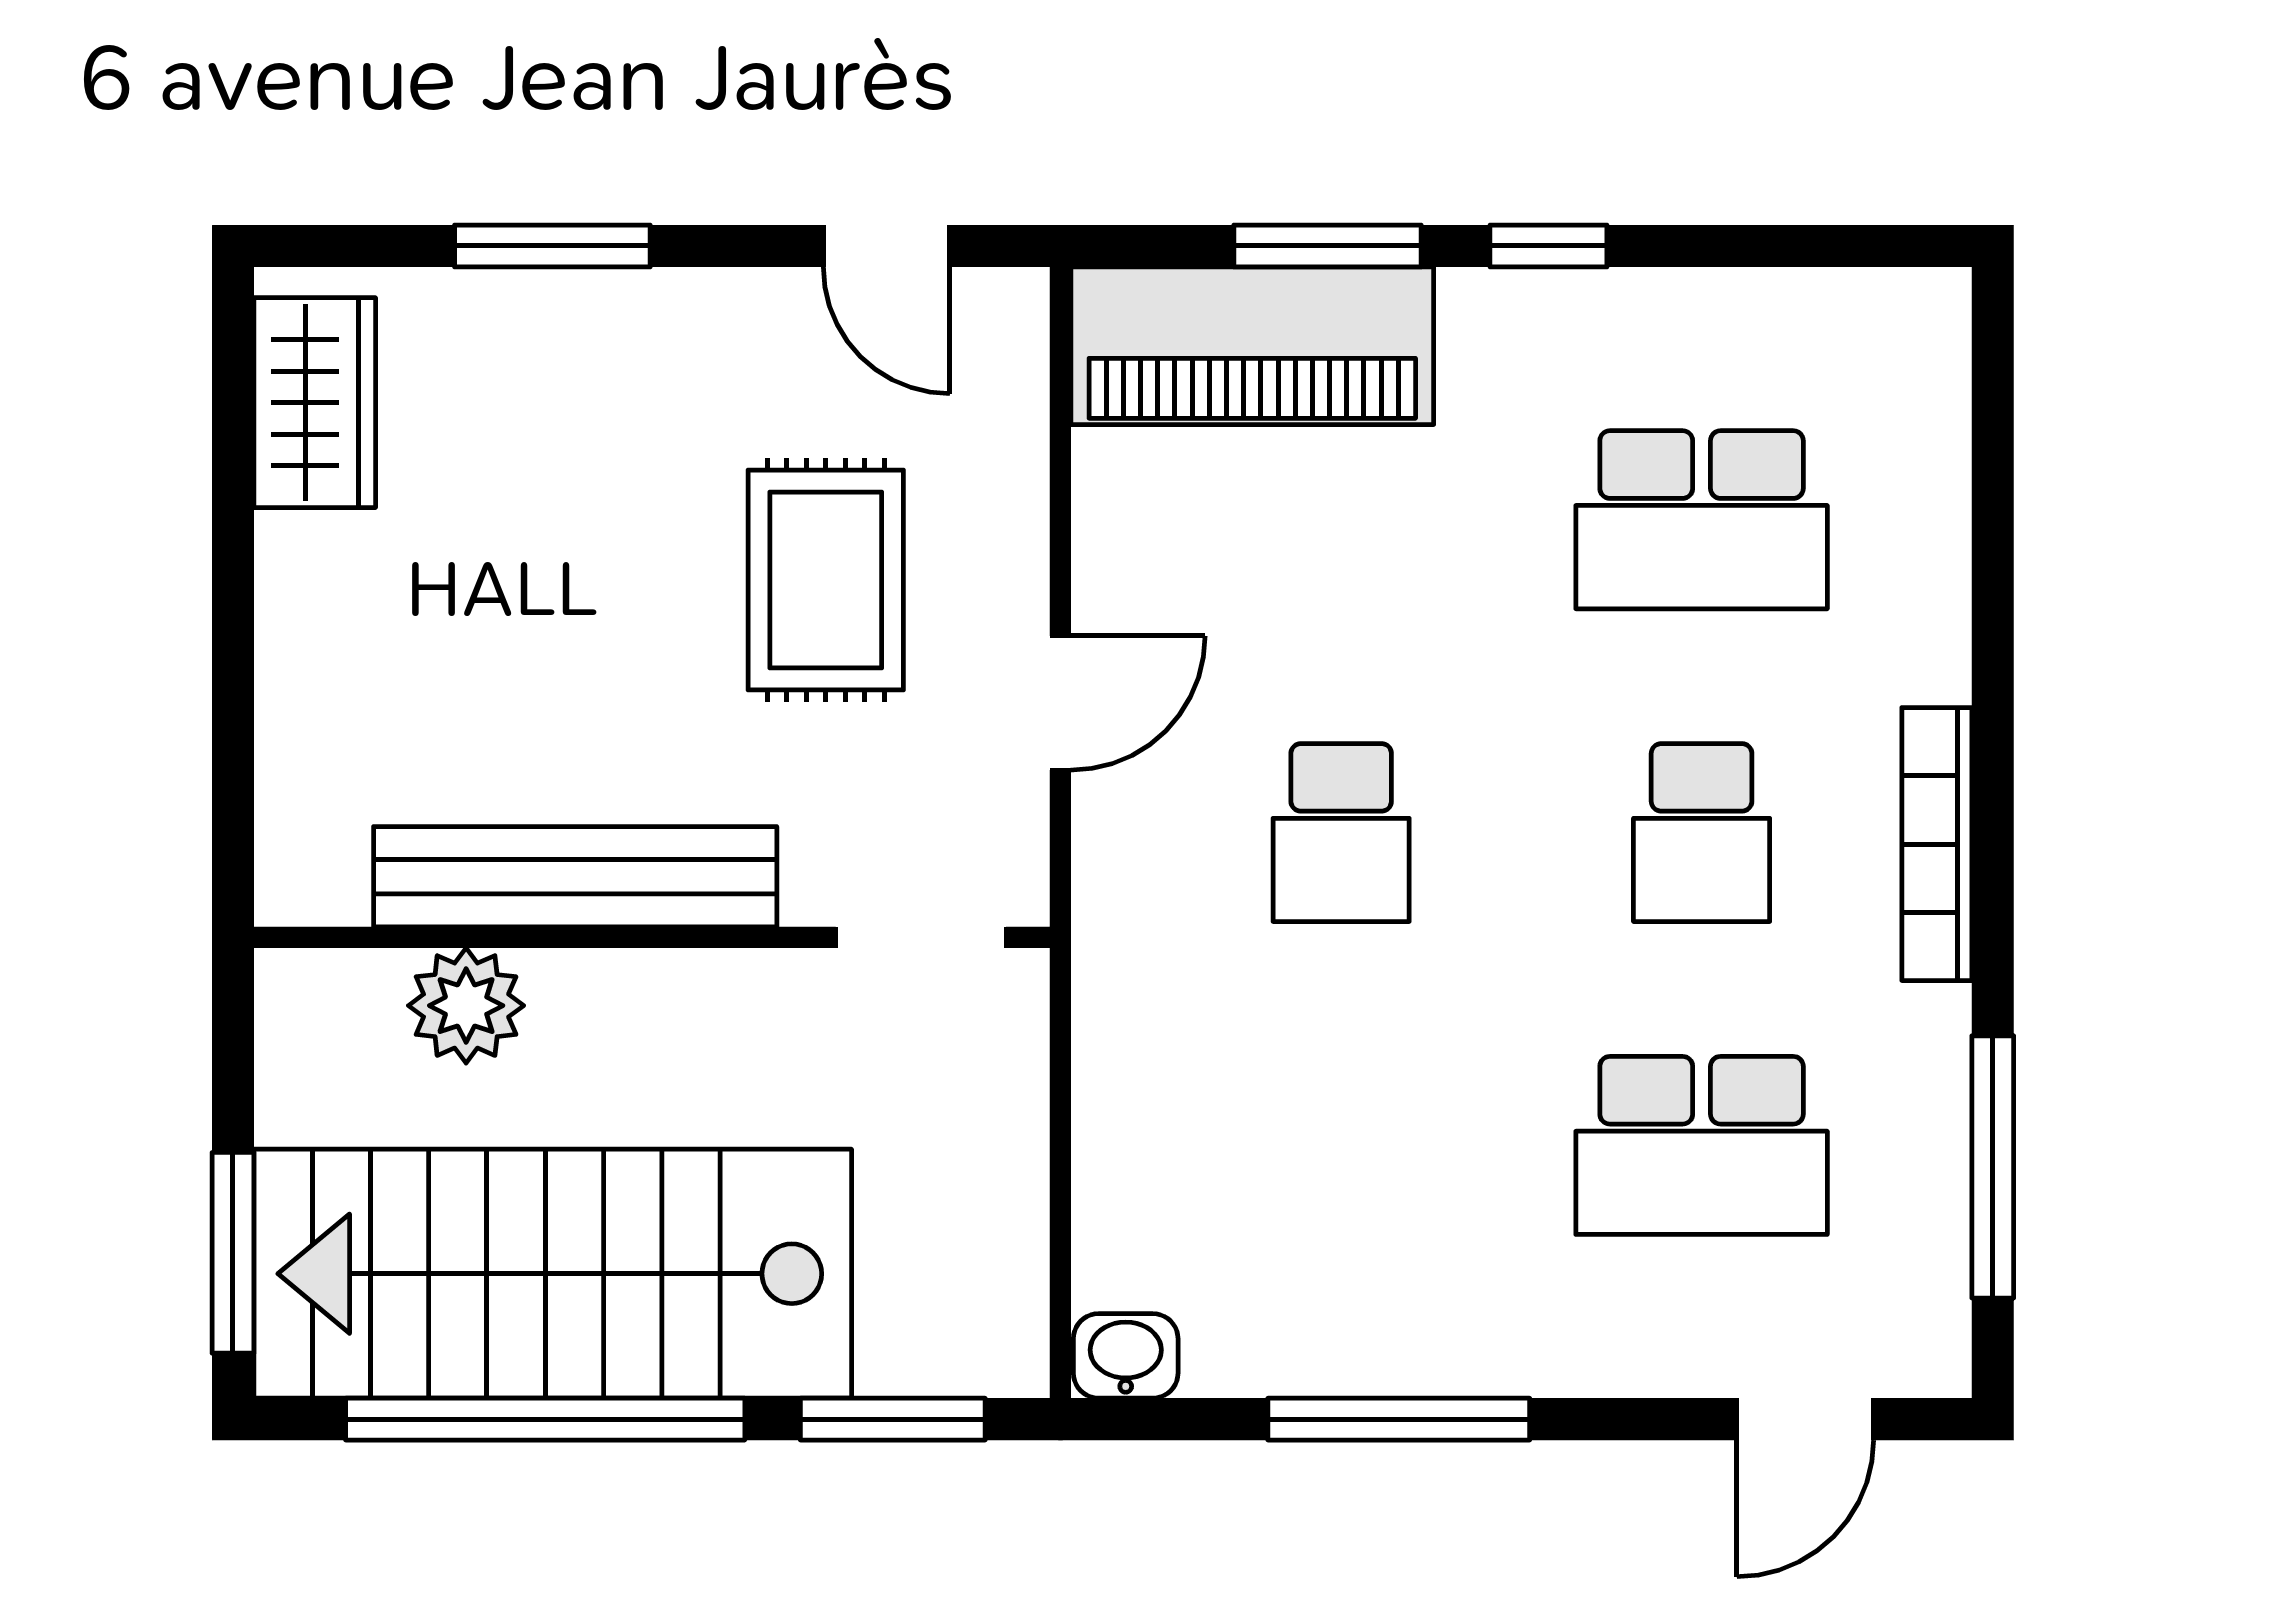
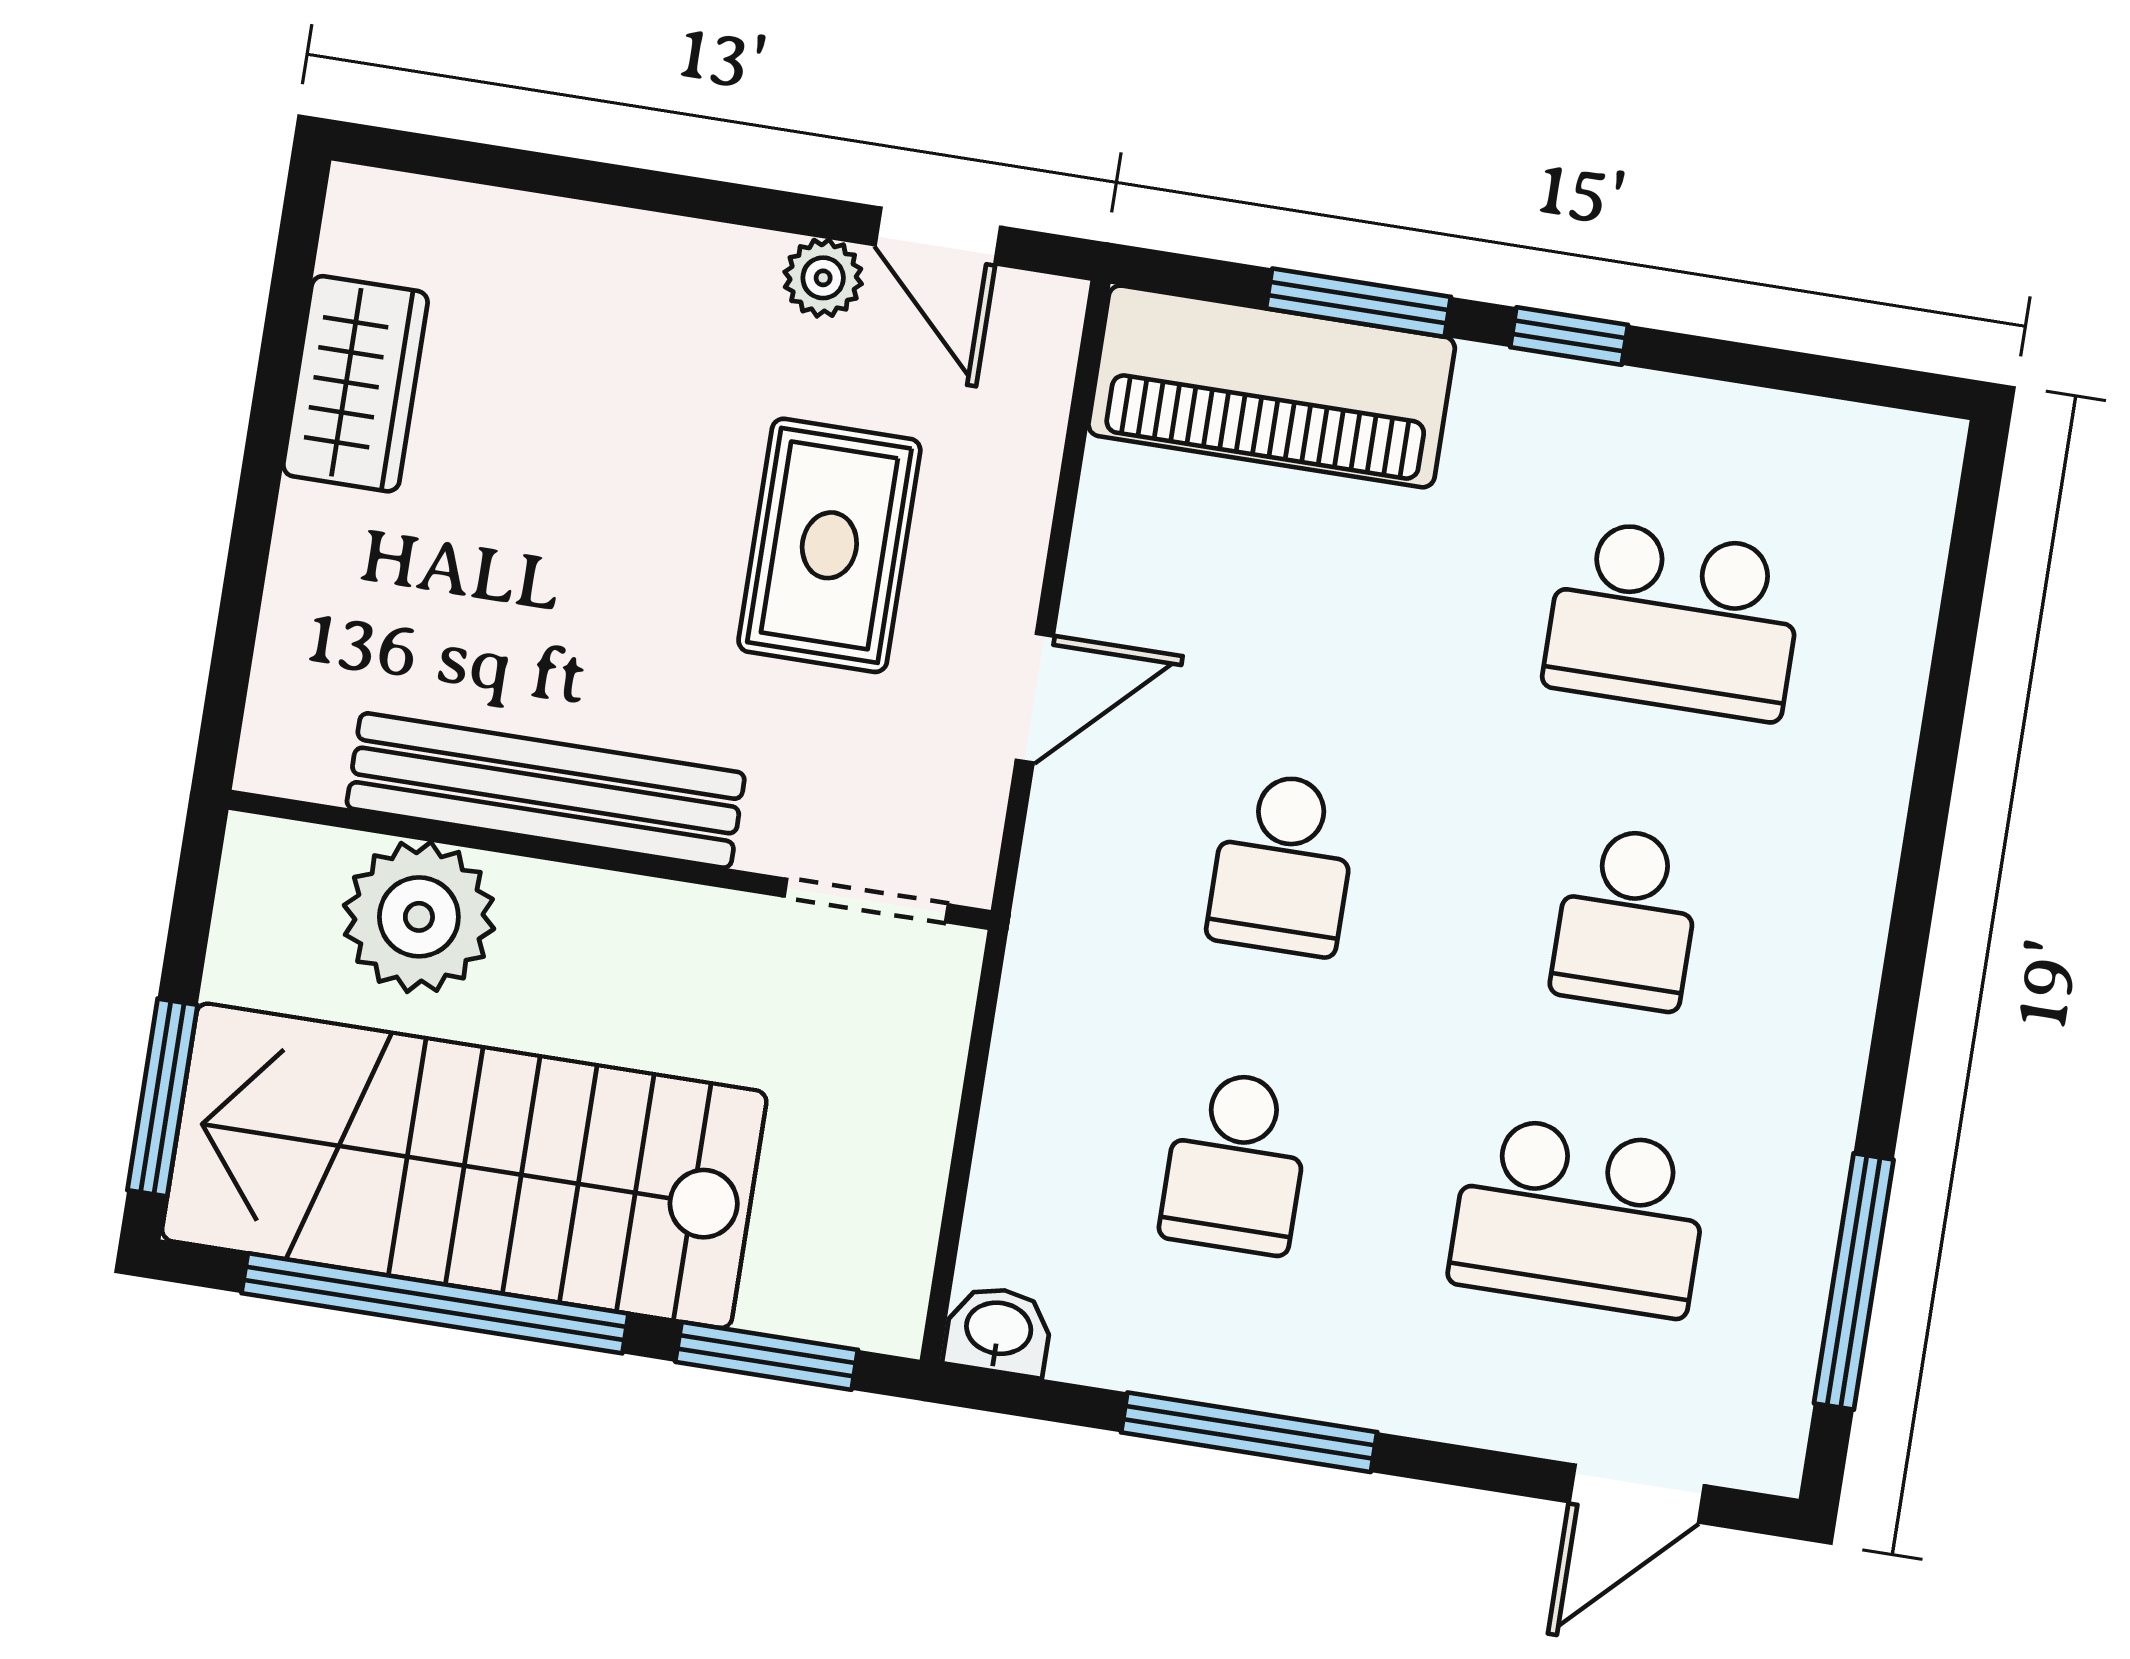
window: (552, 246) -> (619, 186), removed
plant: (776, 307) -> (823, 278), added
wardrobe: (315, 403) -> (355, 384), moved
bookcase: (1937, 844) -> (1849, 965), removed
plant: (466, 1006) -> (419, 917), width x1.36, depth x1.36
school desk: (1341, 1145) -> (1236, 1162), added

